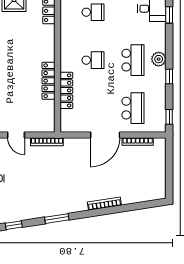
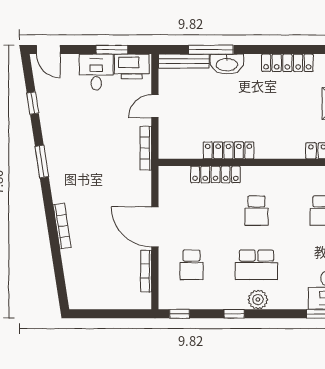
school desk: (133, 108) -> (191, 265), width x0.54

